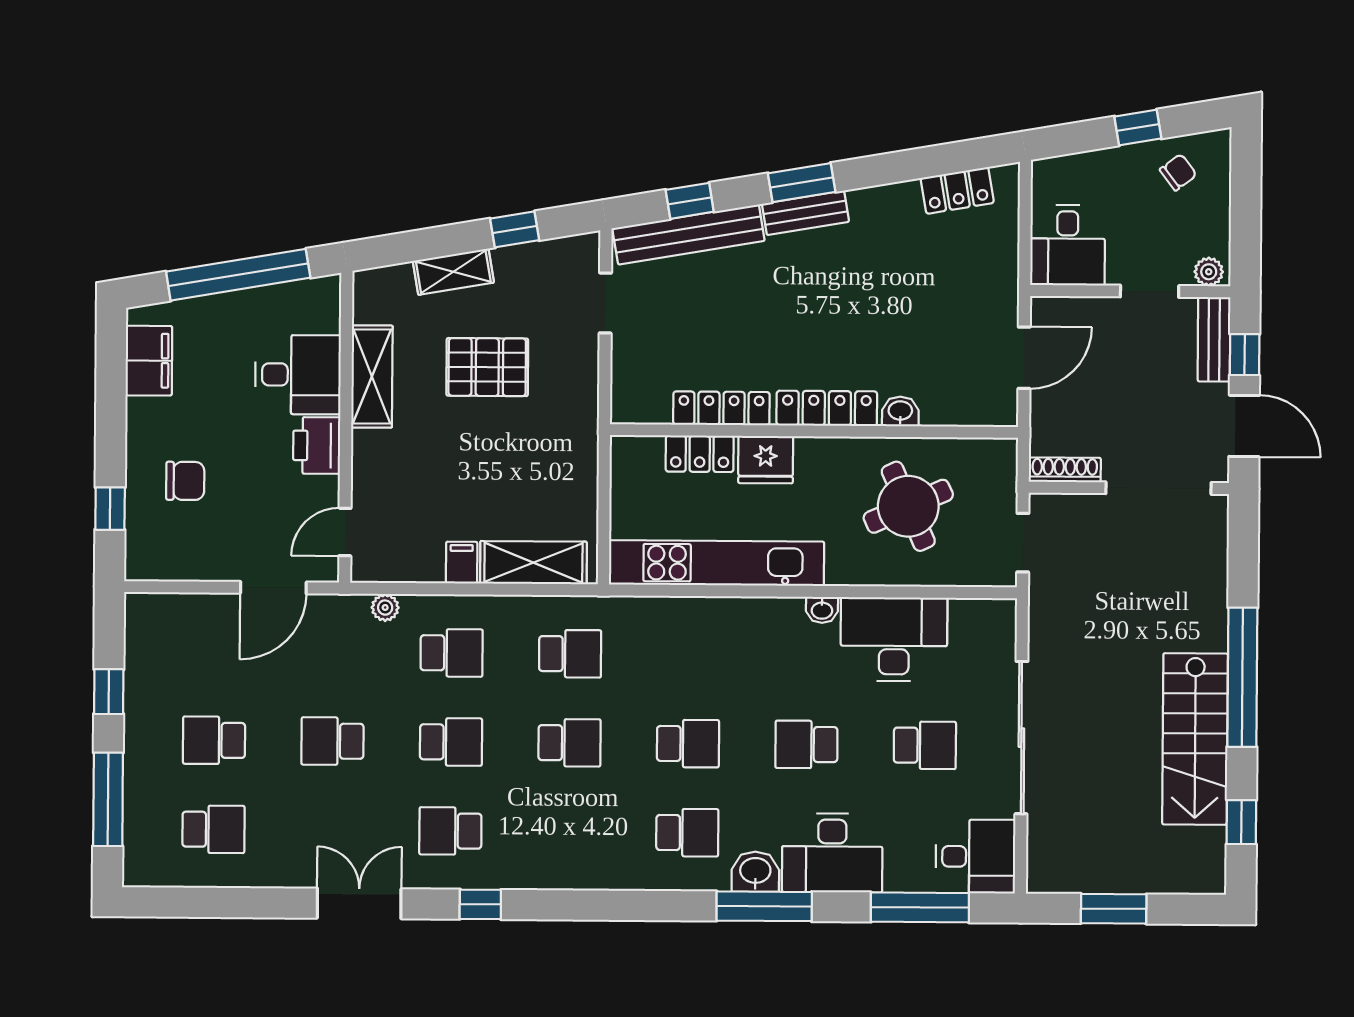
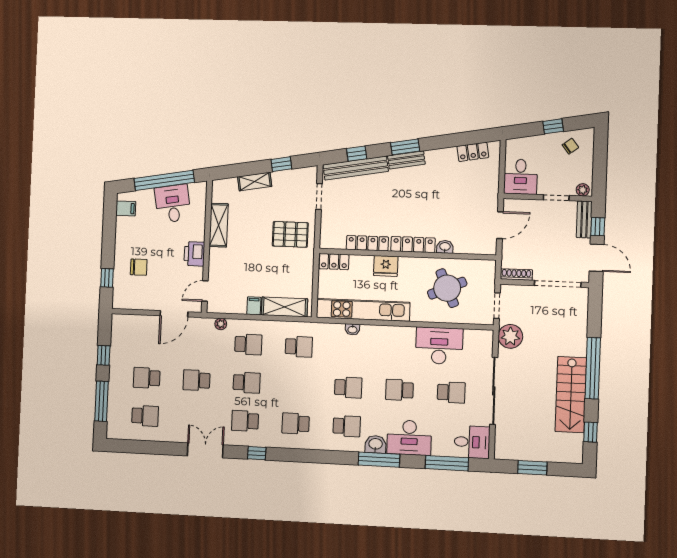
filing cabinet: (149, 361) -> (126, 208), width x0.50
pallet: (487, 367) -> (290, 234), moved
desk: (298, 375) -> (173, 204), moved, turned -100
locker: (700, 454) -> (334, 262), moved
washbasin: (822, 610) -> (352, 329), moved
plant: (1055, 612) -> (510, 336), added
school desk: (569, 743) -> (296, 423), moved, turned 180

